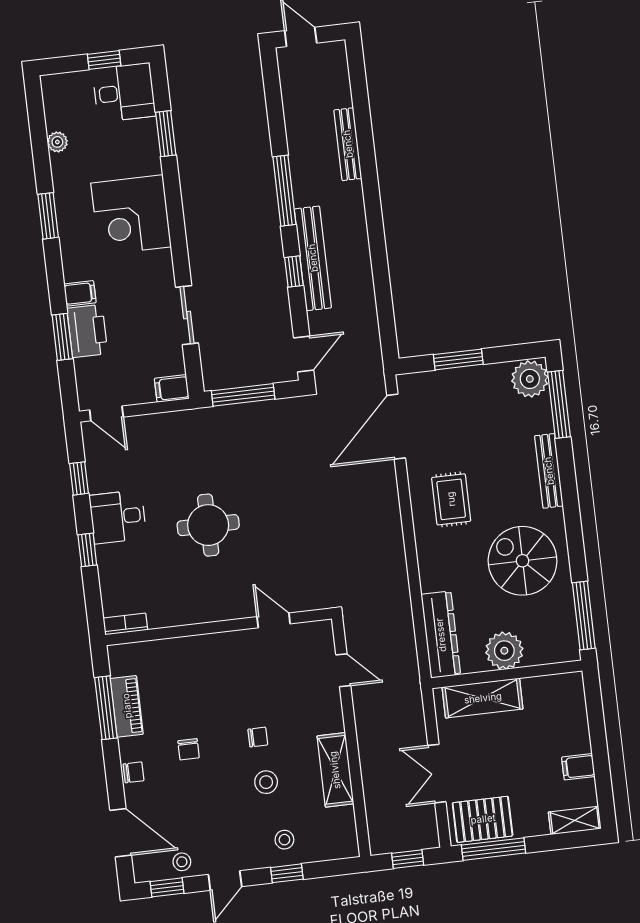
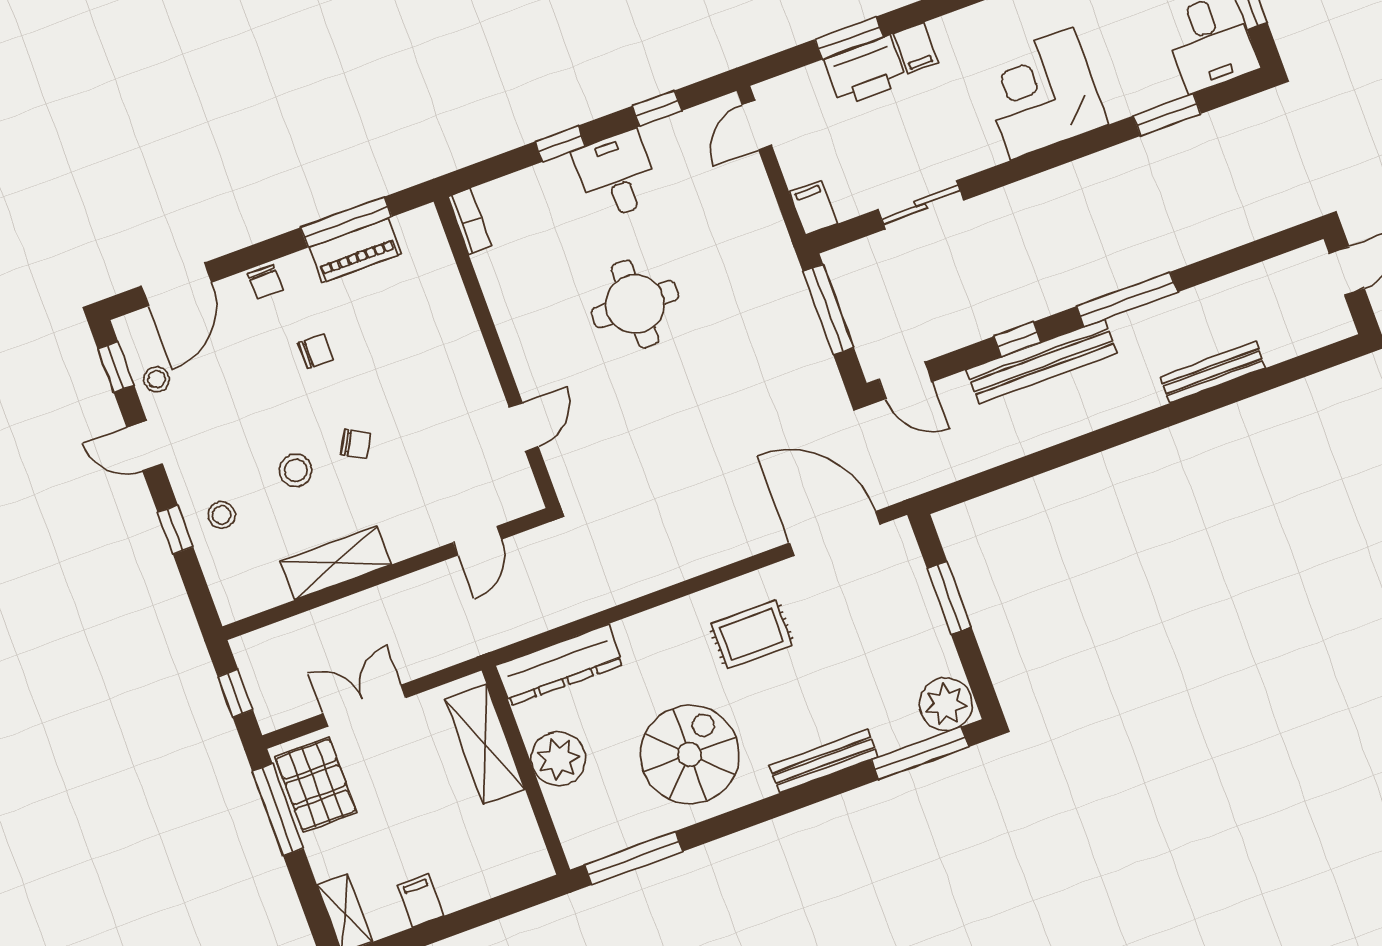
chair: (258, 737) -> (356, 444), turned -61
chair: (189, 749) -> (316, 351), turned 180

